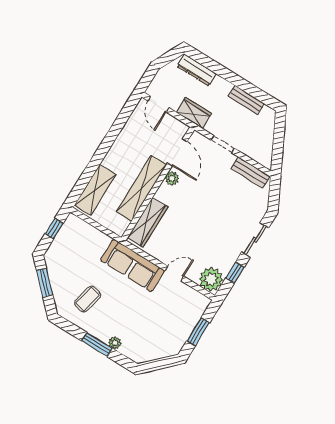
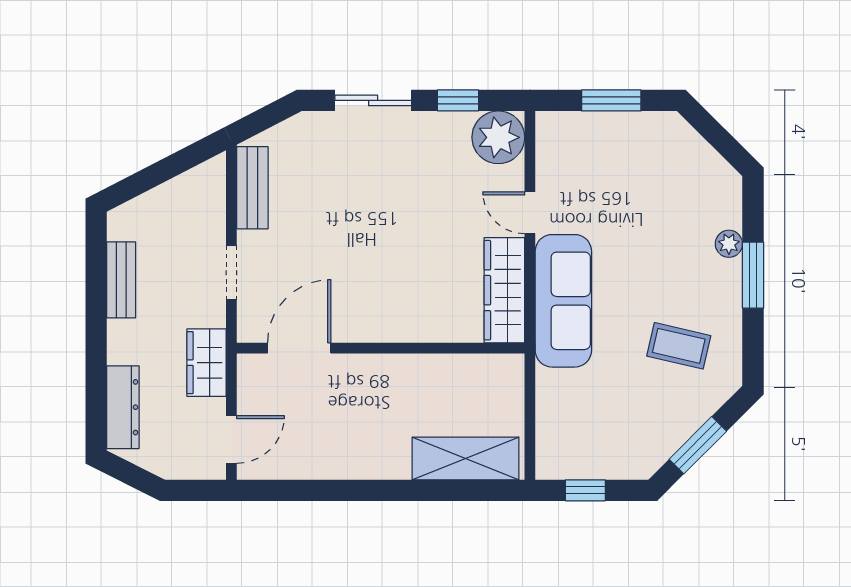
plant: (172, 178) -> (355, 328), removed
shelving: (142, 188) -> (408, 373), removed
wardrobe: (148, 222) -> (504, 290), moved, turned -90

